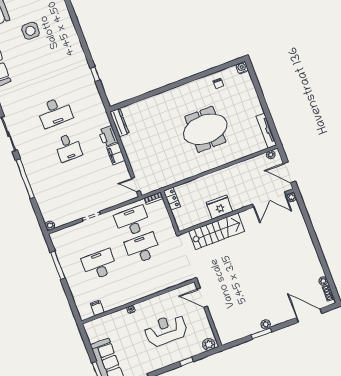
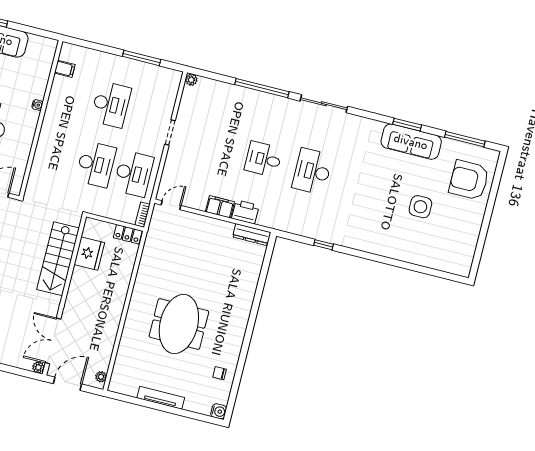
tv unit: (266, 131) -> (161, 398), moved
fridge: (219, 207) -> (89, 254), moved

